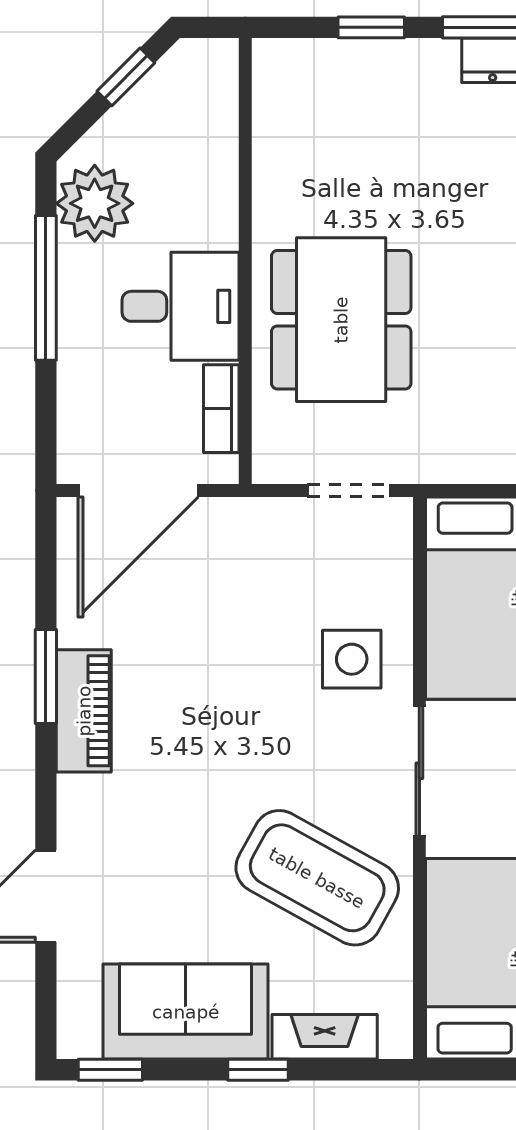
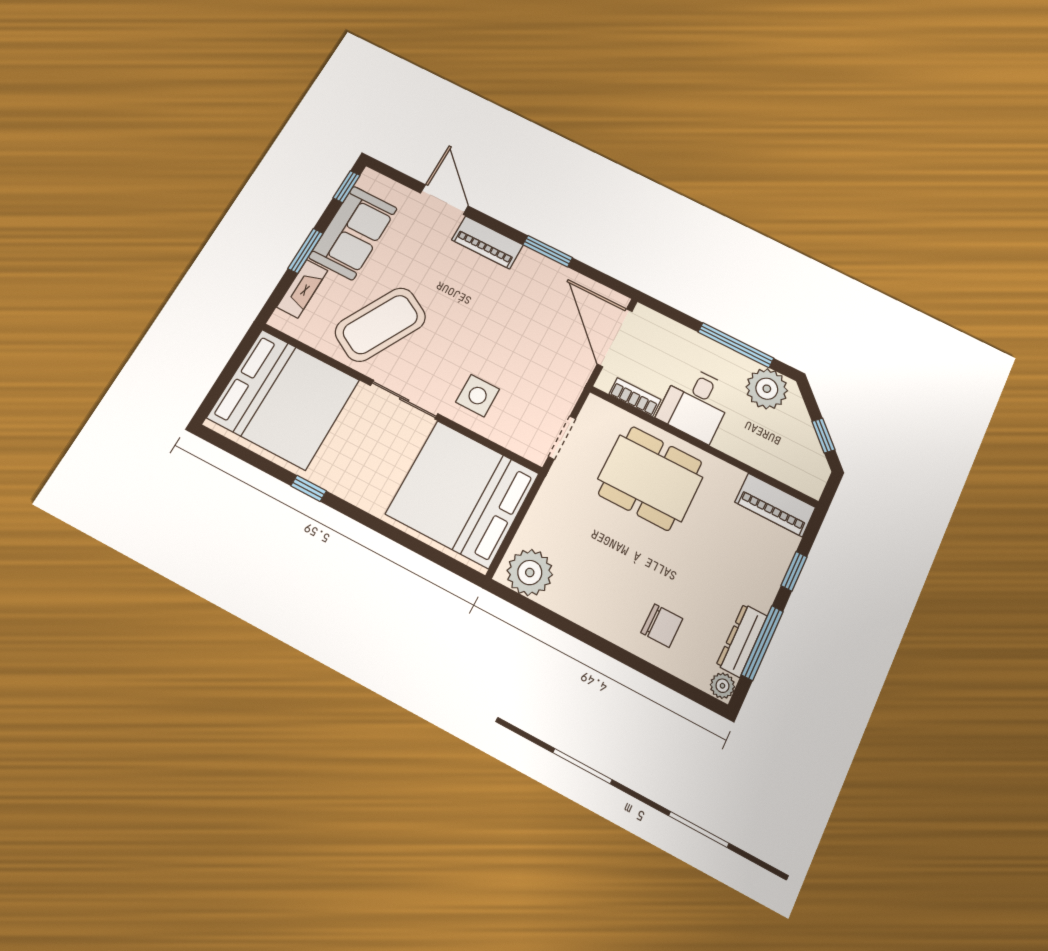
piano: (281, 104) -> (775, 505), added
piano: (84, 711) -> (487, 242), moved
window: (258, 1070) -> (306, 251), width x1.50

